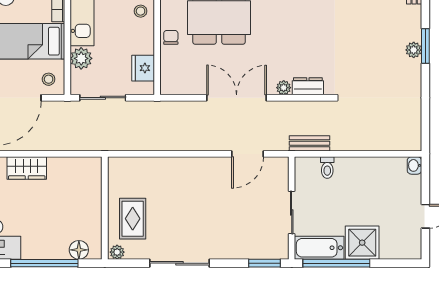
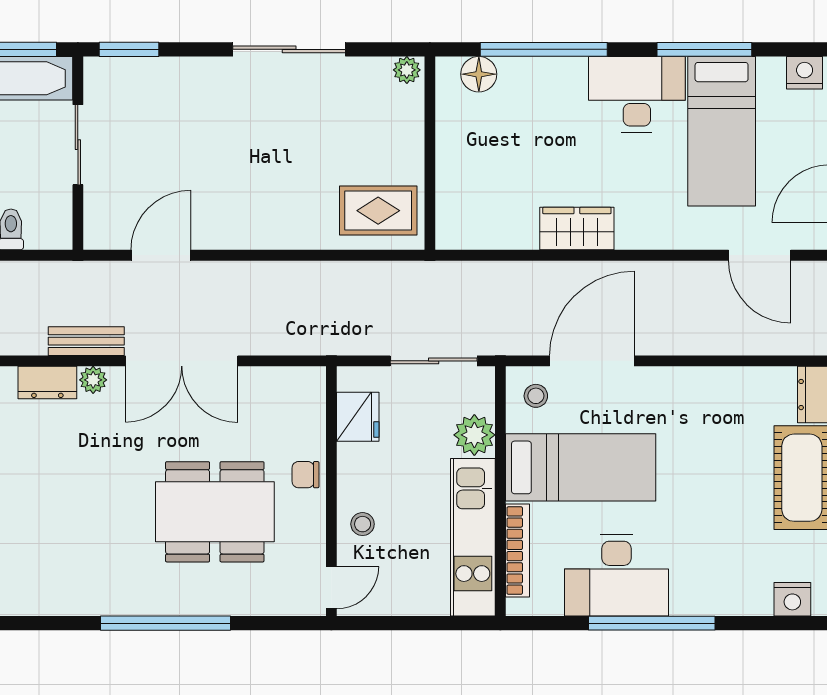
chair: (171, 37) -> (306, 475), turned 90
bench: (309, 143) -> (86, 341), moved
rug: (133, 219) -> (378, 211), moved, turned 90

